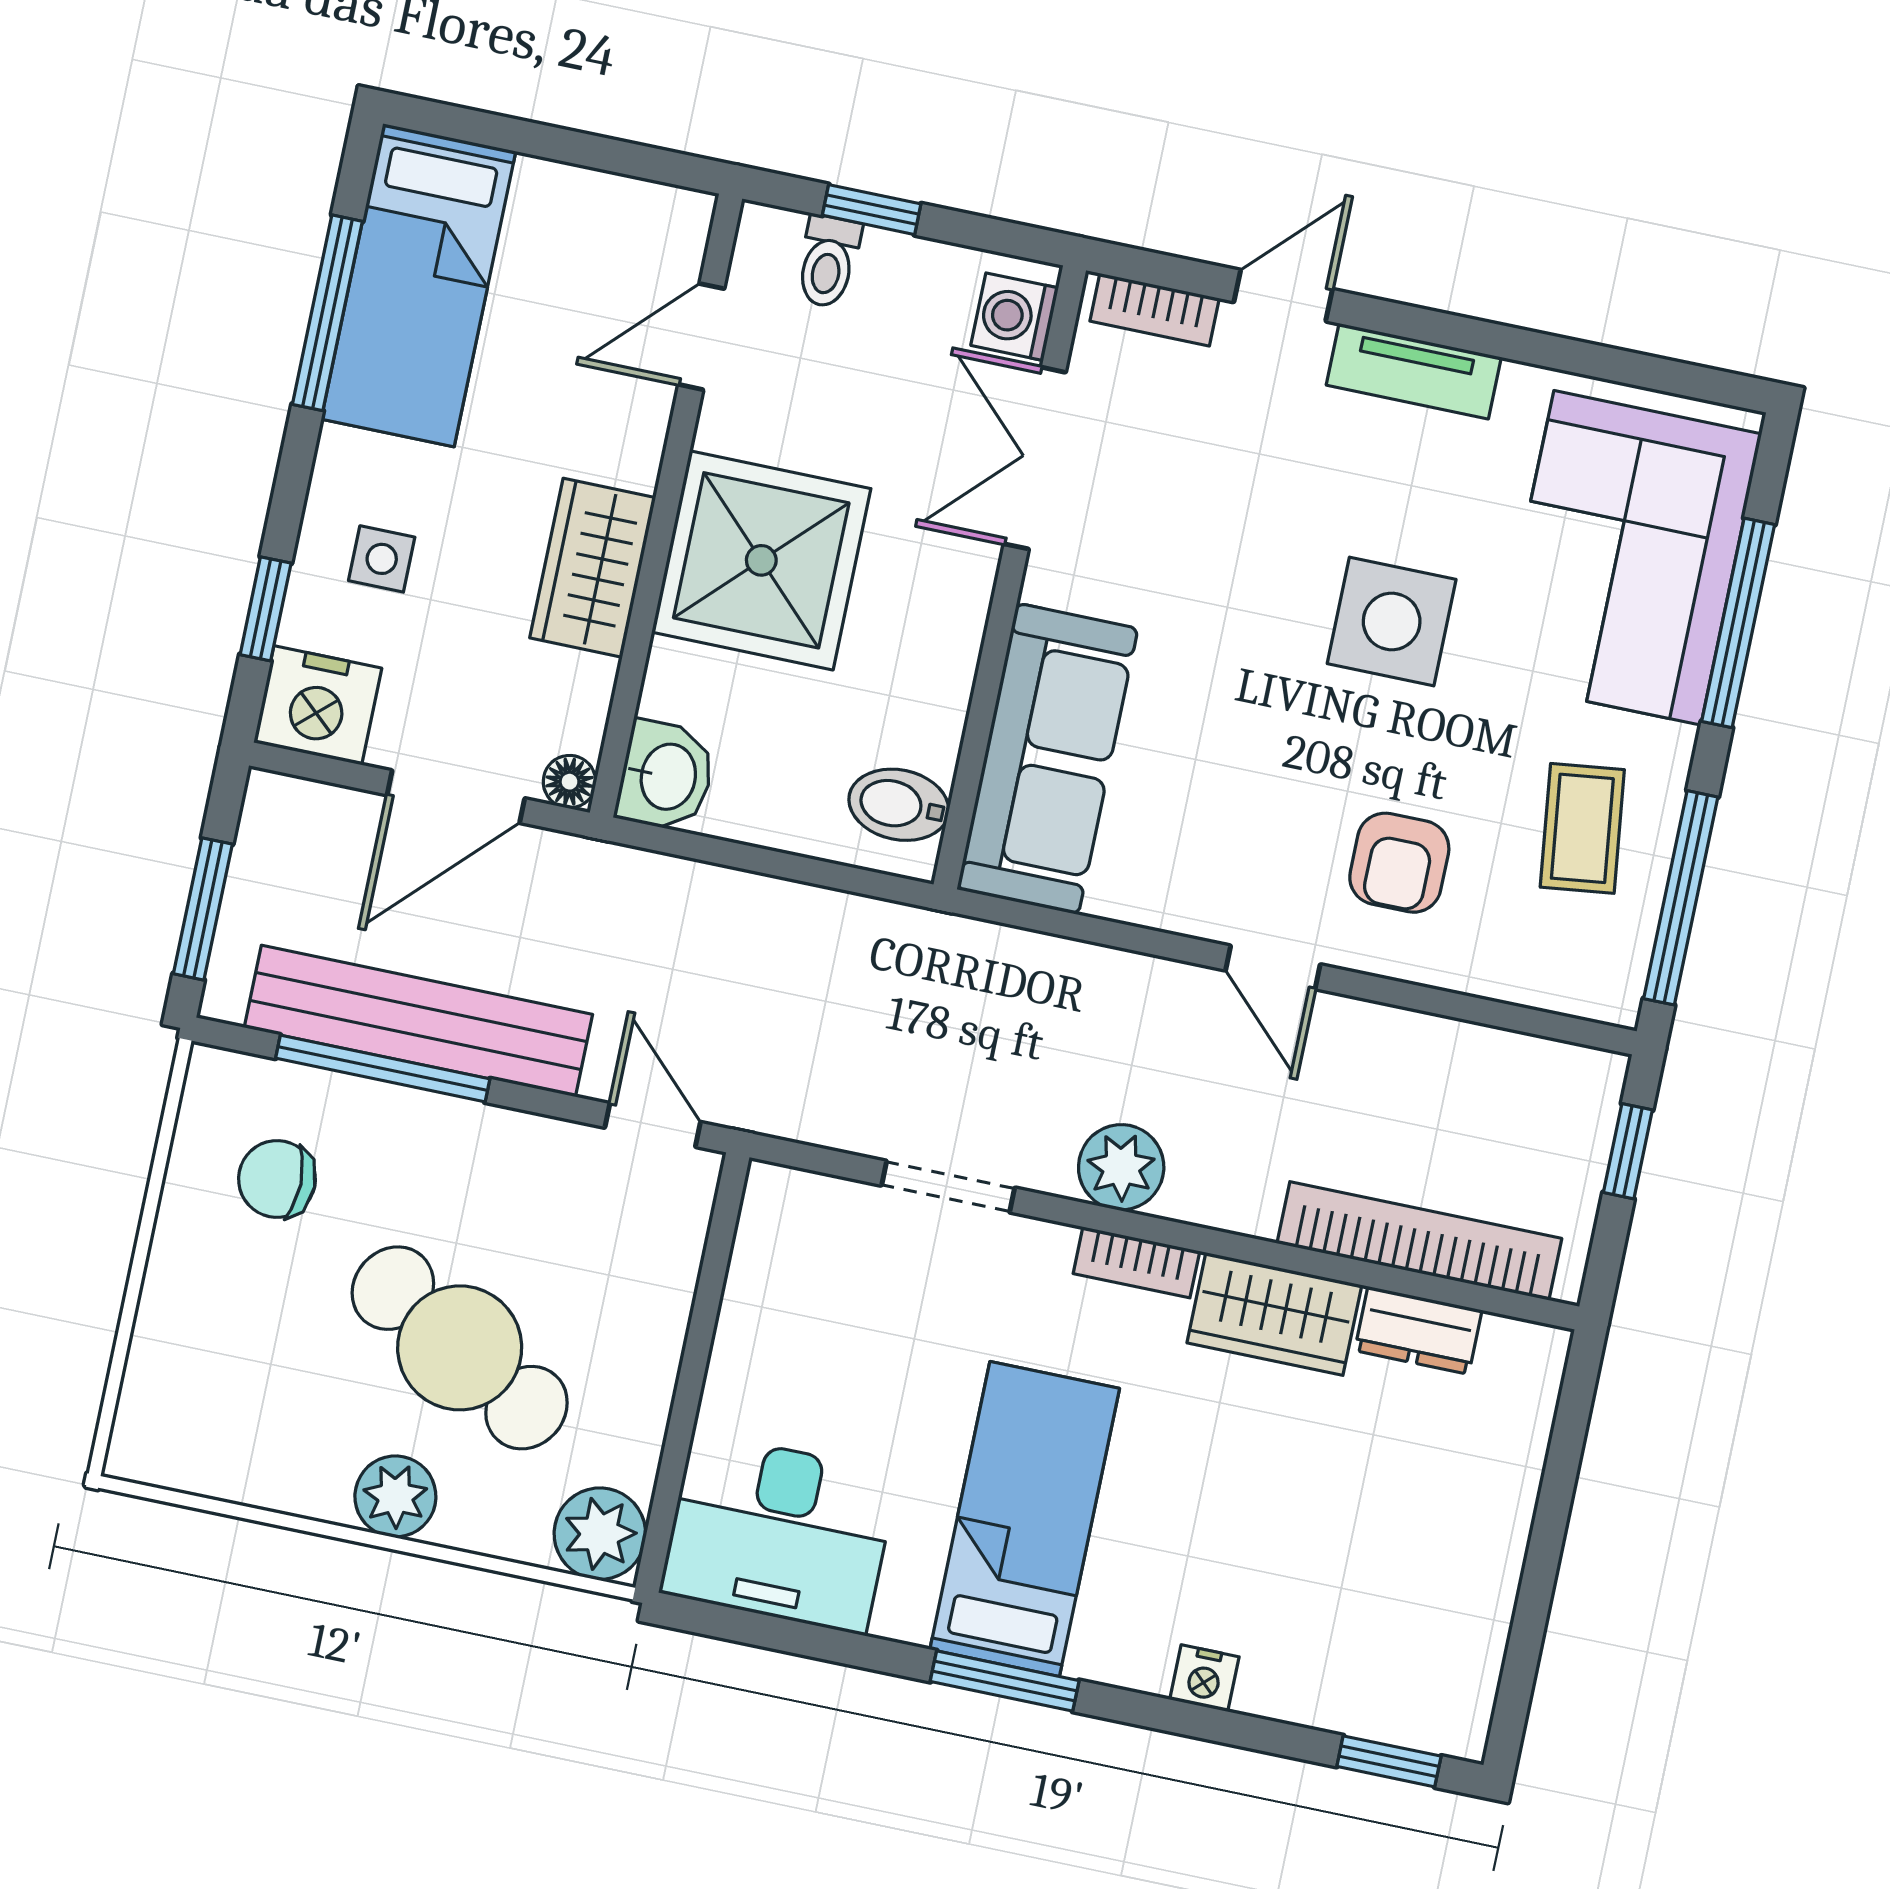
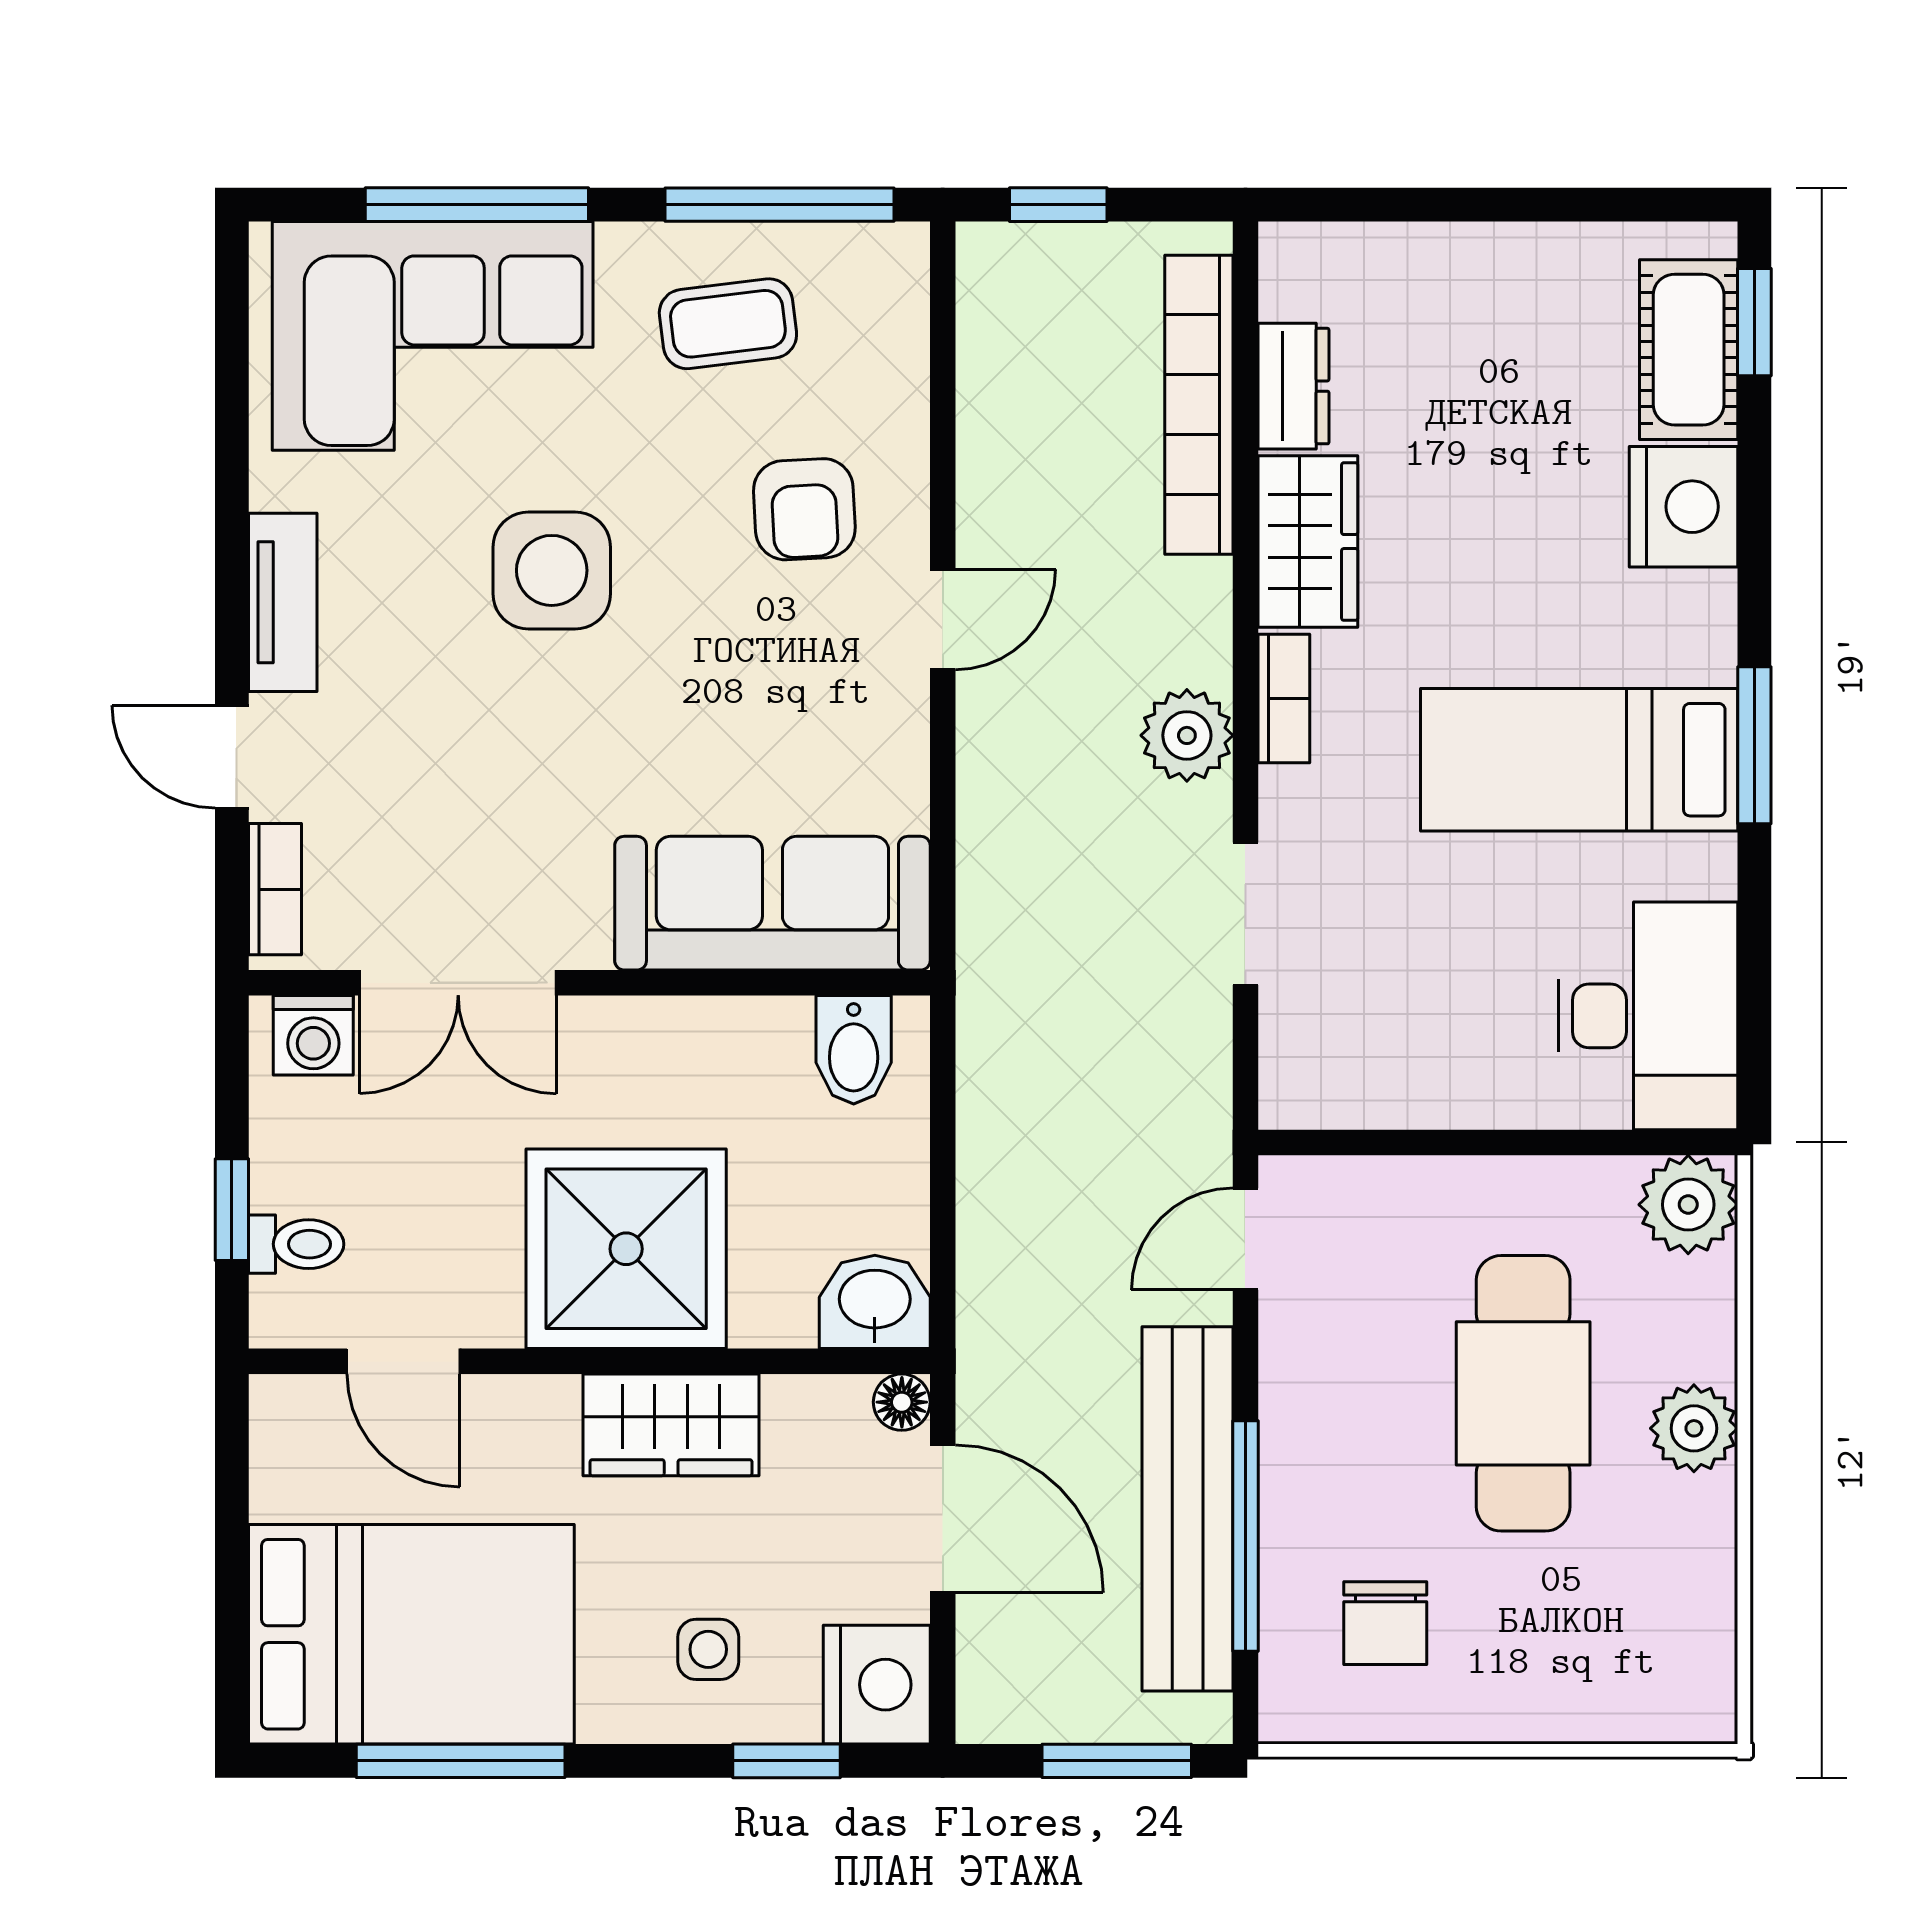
bed: (419, 285) -> (411, 1634), width x1.50
armchair: (1399, 863) -> (804, 509), turned 87
cafe table: (460, 1348) -> (1523, 1393), turned -30
nightstand: (1204, 1678) -> (1683, 507), width x1.89, depth x1.79
cot: (1376, 1696) -> (1689, 350), added

